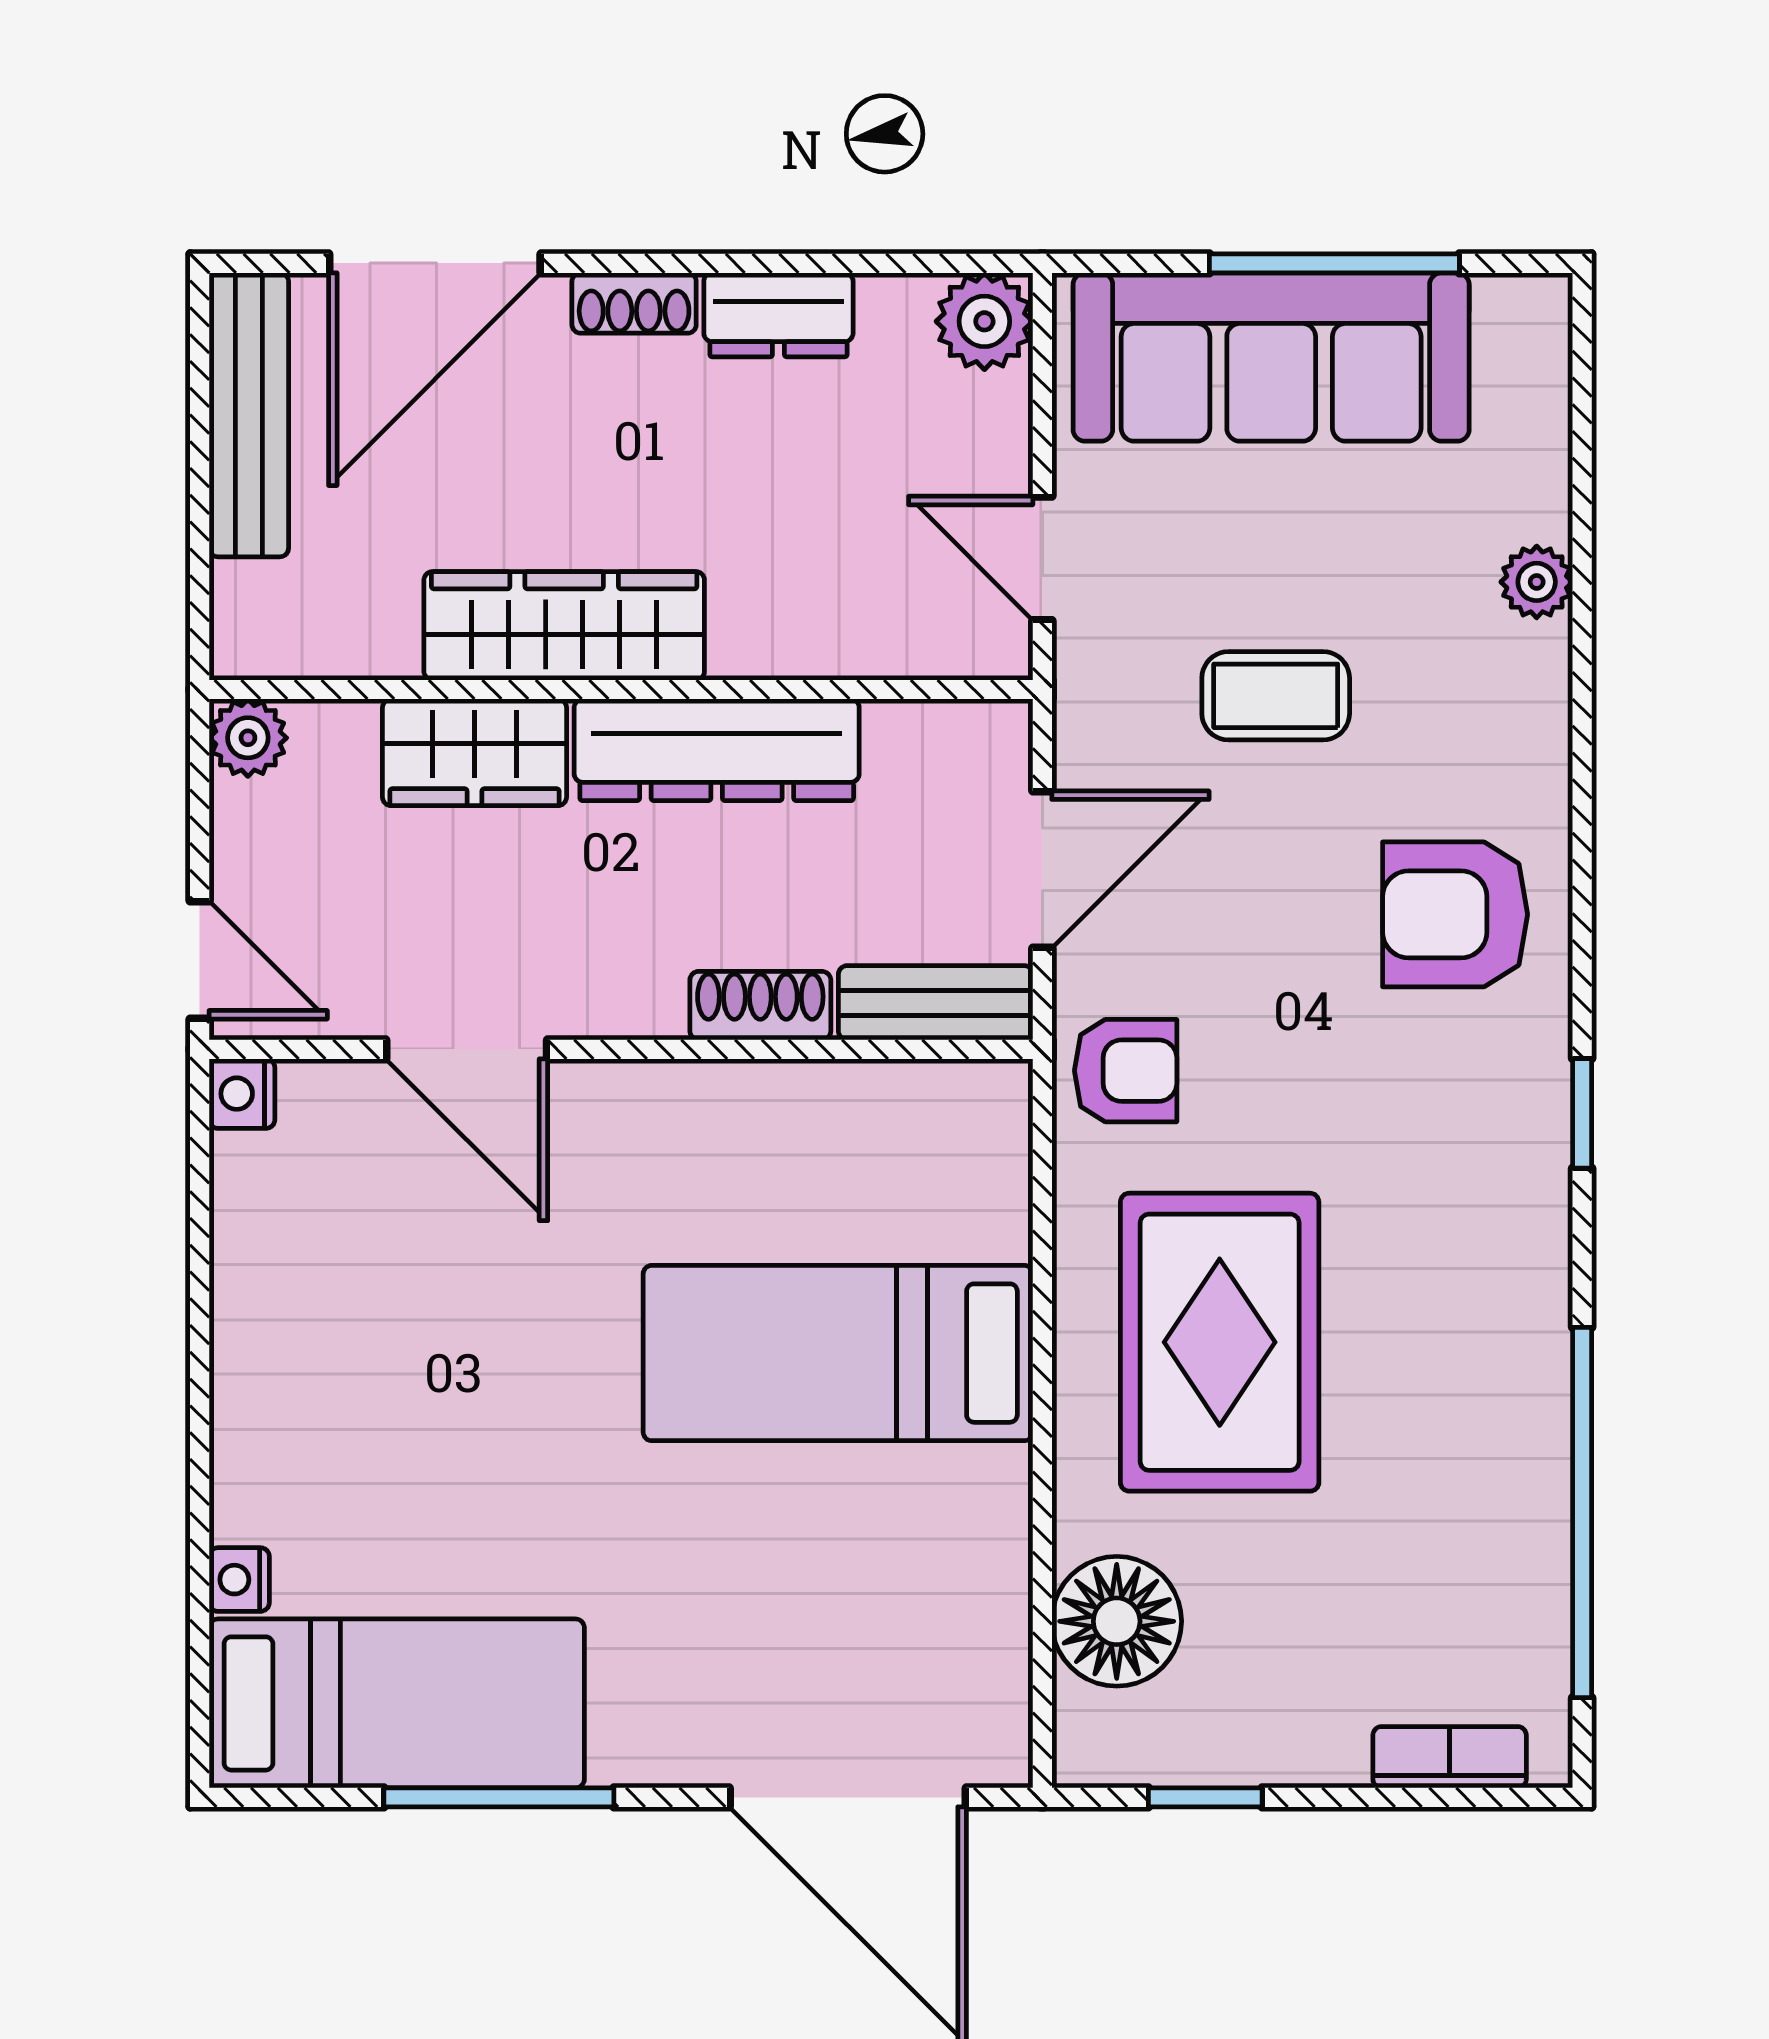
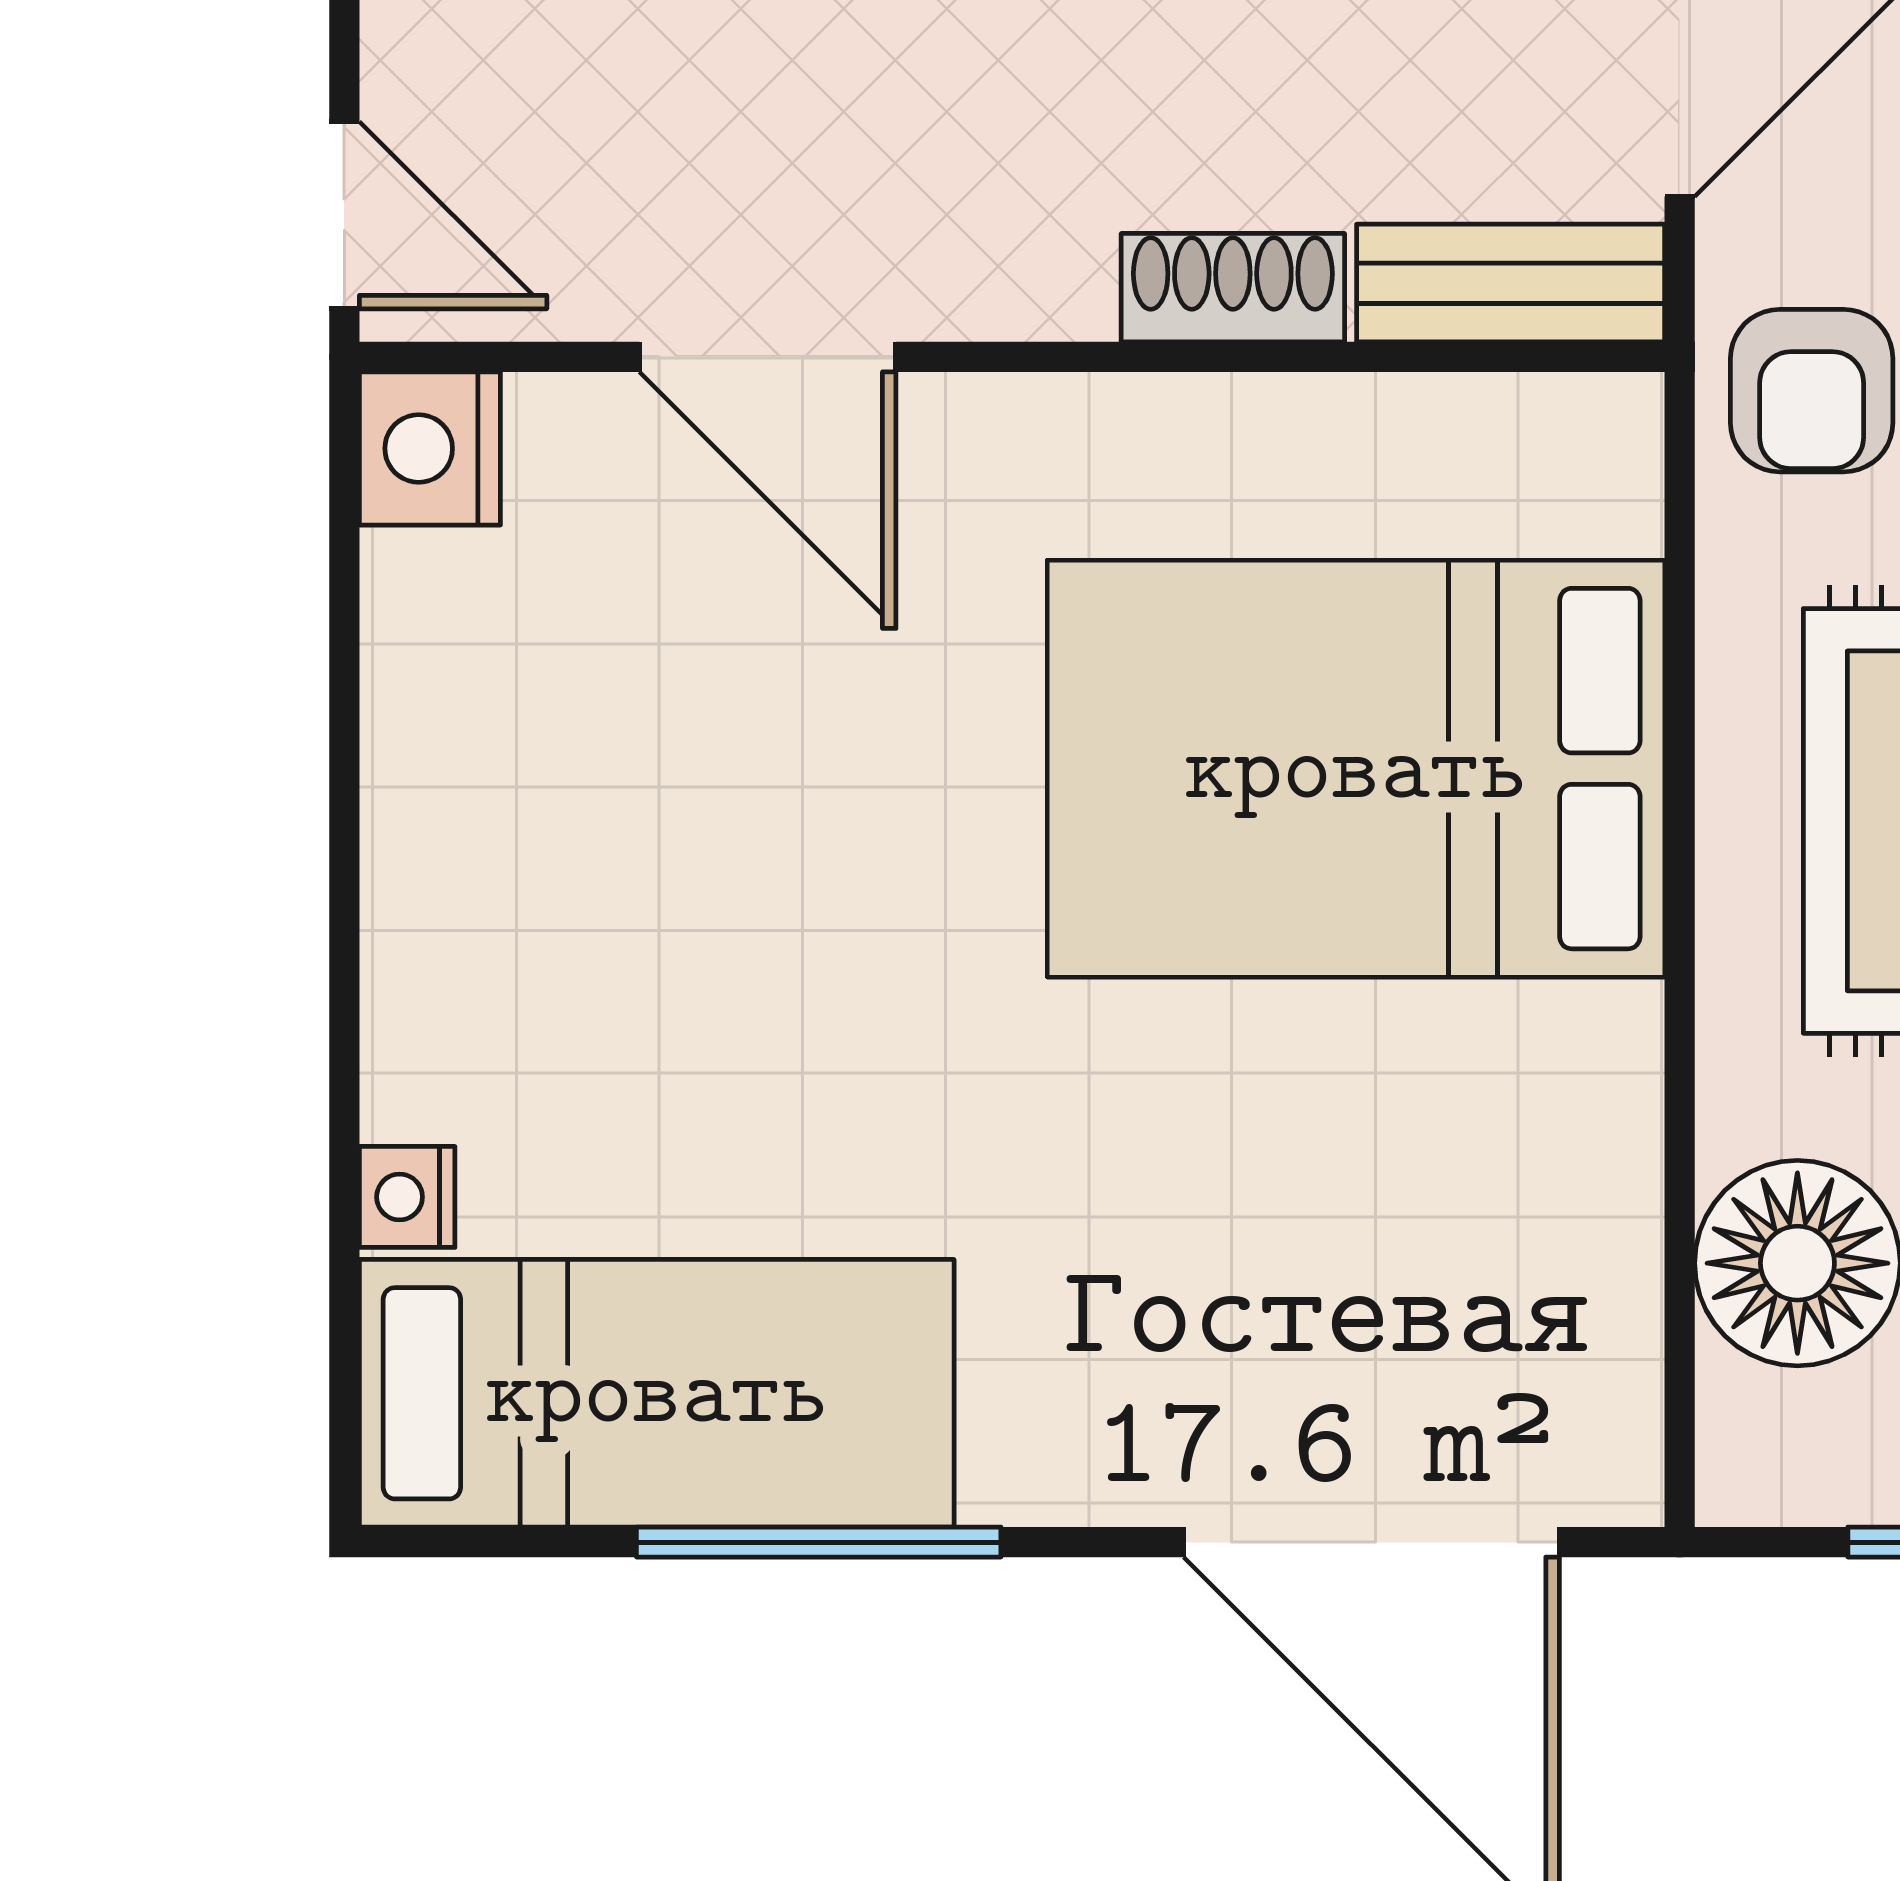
armchair: (1126, 1071) -> (1812, 391), turned 90
nightstand: (242, 1094) -> (430, 448), width x1.39, depth x1.35
bed: (838, 1353) -> (1356, 769), width x1.50

